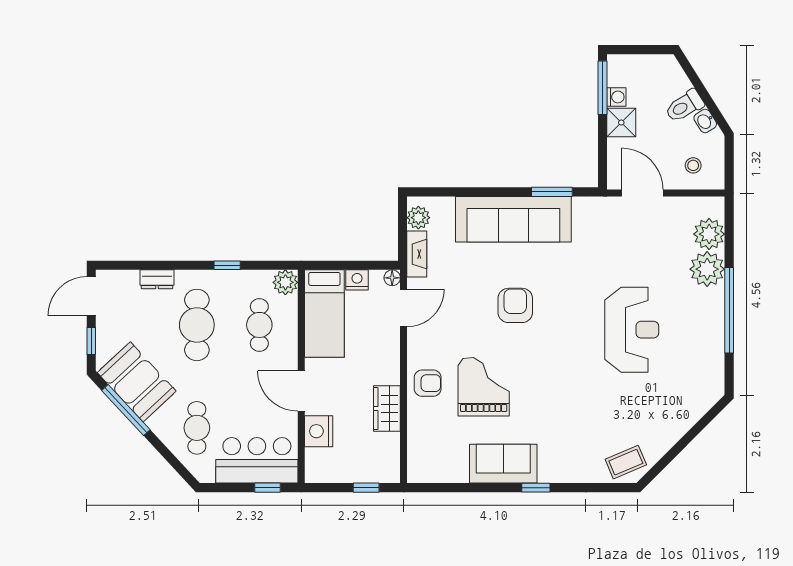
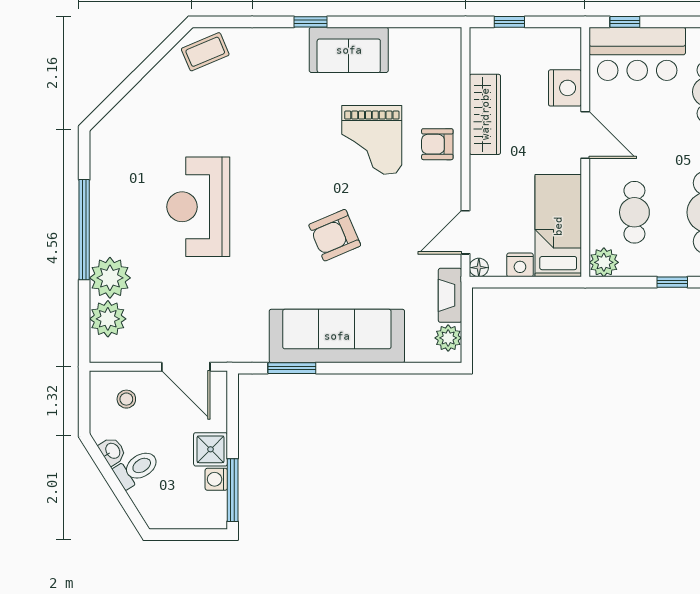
armchair: (515, 305) -> (335, 235), turned 67
wardrobe: (387, 409) -> (485, 114), width x1.50

